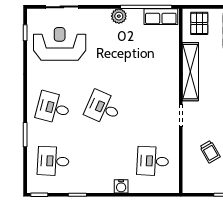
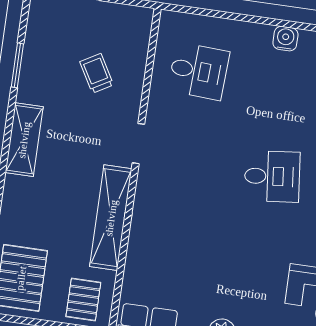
desk: (103, 108) -> (272, 176), turned -30
water cooler: (121, 186) -> (285, 39), moved

